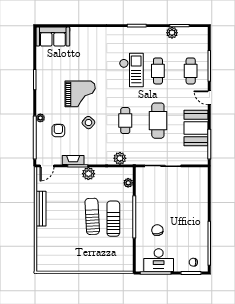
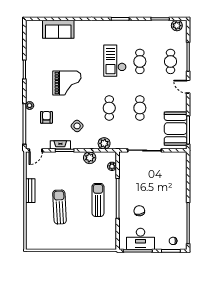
plant: (172, 33) -> (177, 26), moved
sofa: (53, 37) -> (58, 29), moved
checkout: (131, 70) -> (115, 61), turned 180
cafe table: (158, 121) -> (140, 108), width x0.73, depth x0.74
side table: (88, 123) -> (77, 126), moved
booth: (196, 128) -> (176, 129), moved
plant: (88, 174) -> (90, 158), moved
bench: (41, 209) -> (30, 191), width x0.73
sun lounger: (92, 216) -> (59, 207), moved

